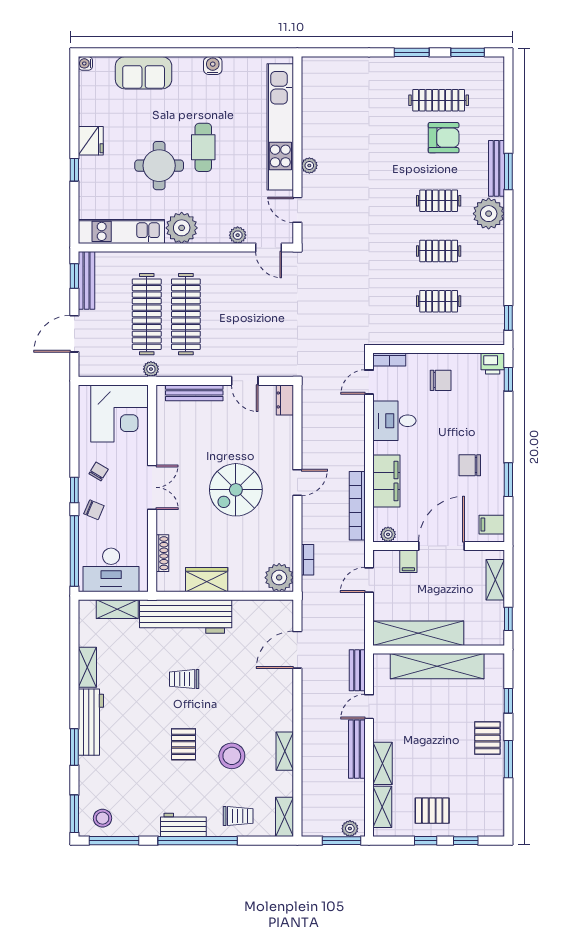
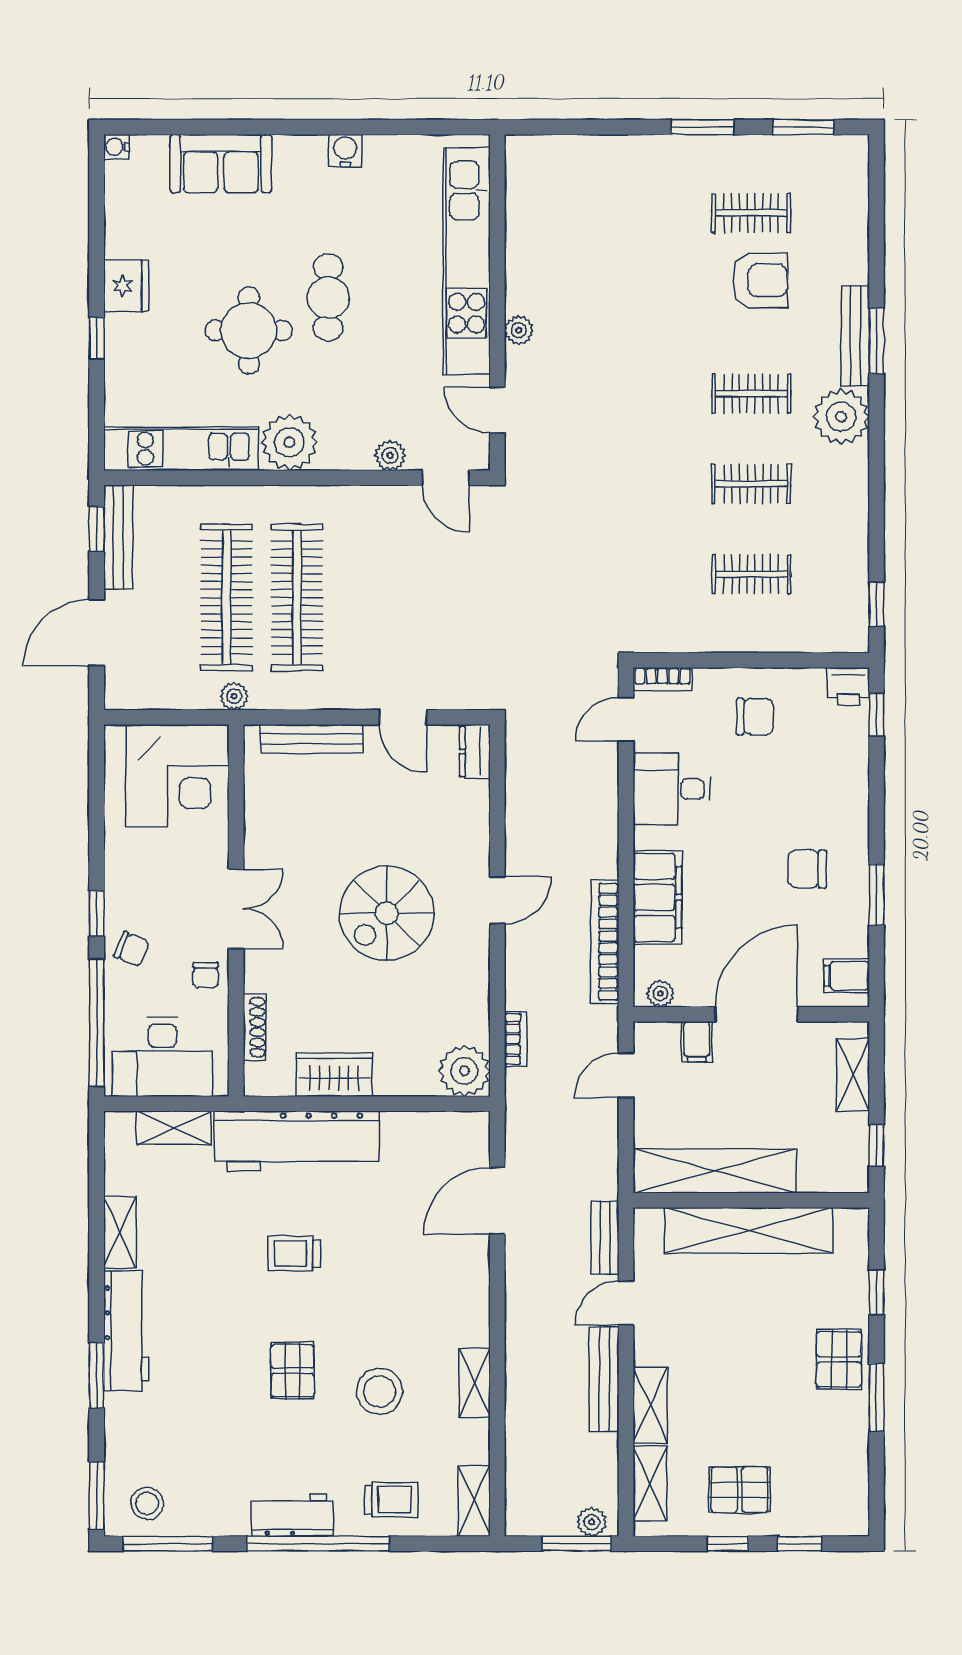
clothes rail: (439, 100) -> (751, 213), width x0.73
chair: (99, 471) -> (206, 975), moved, turned 149

